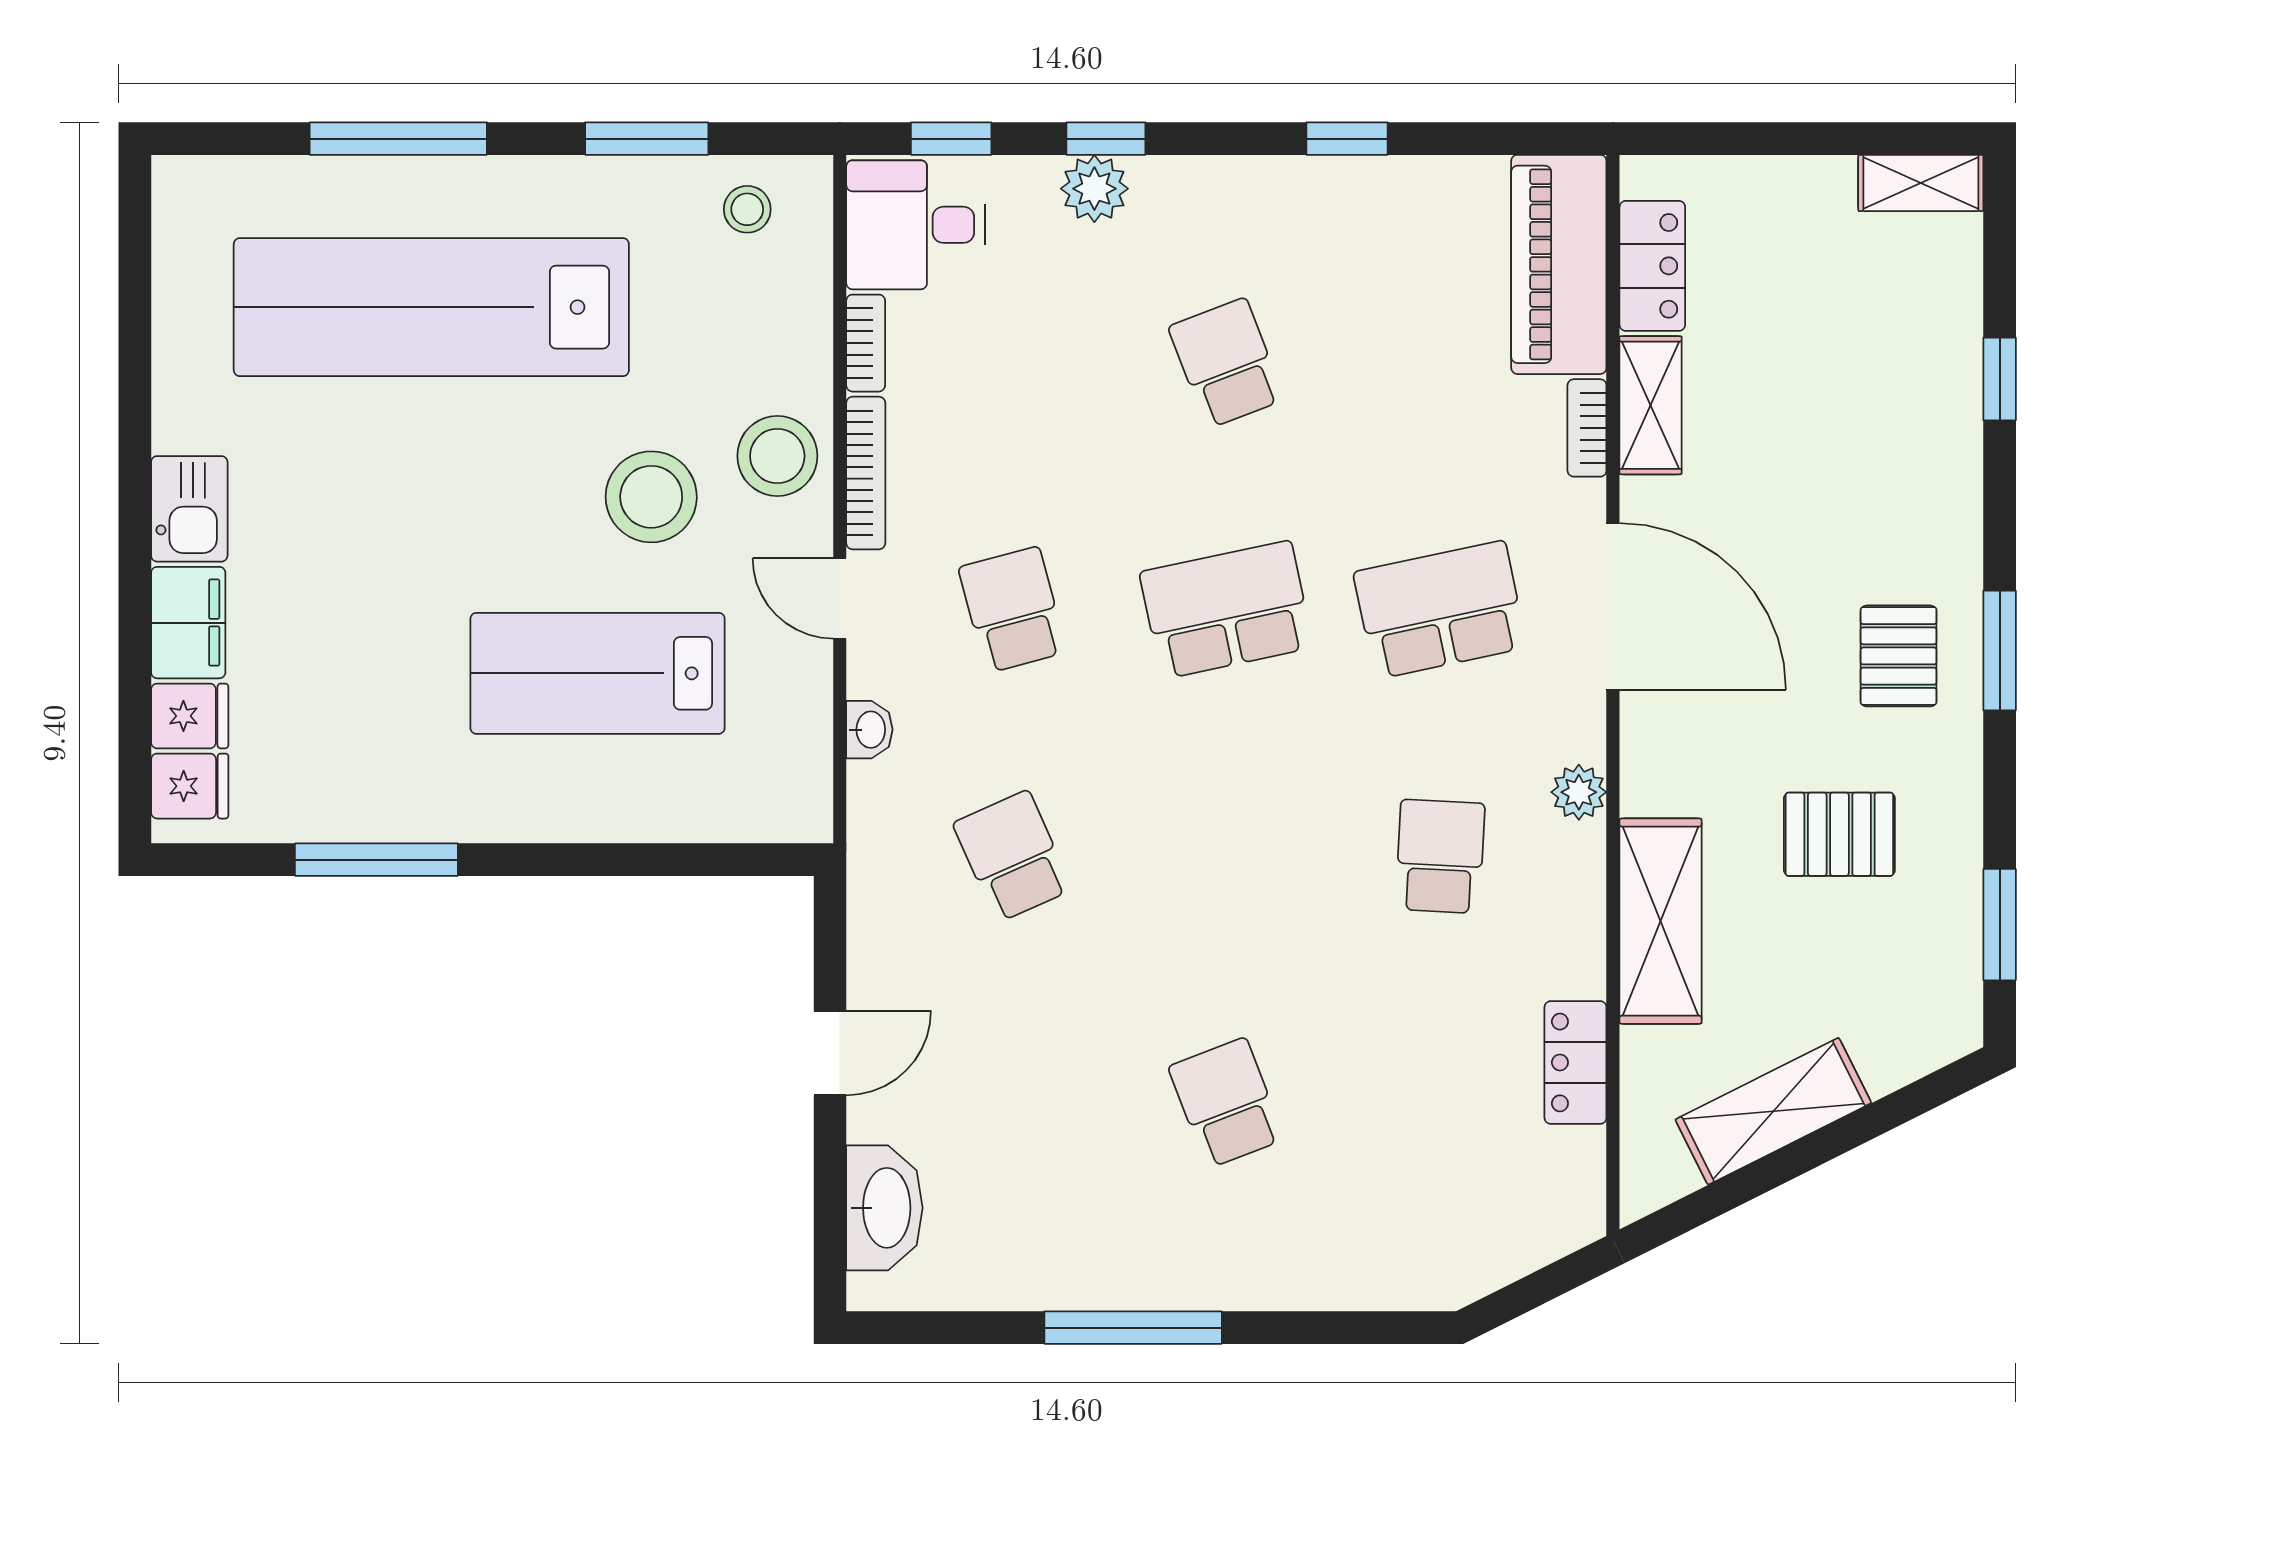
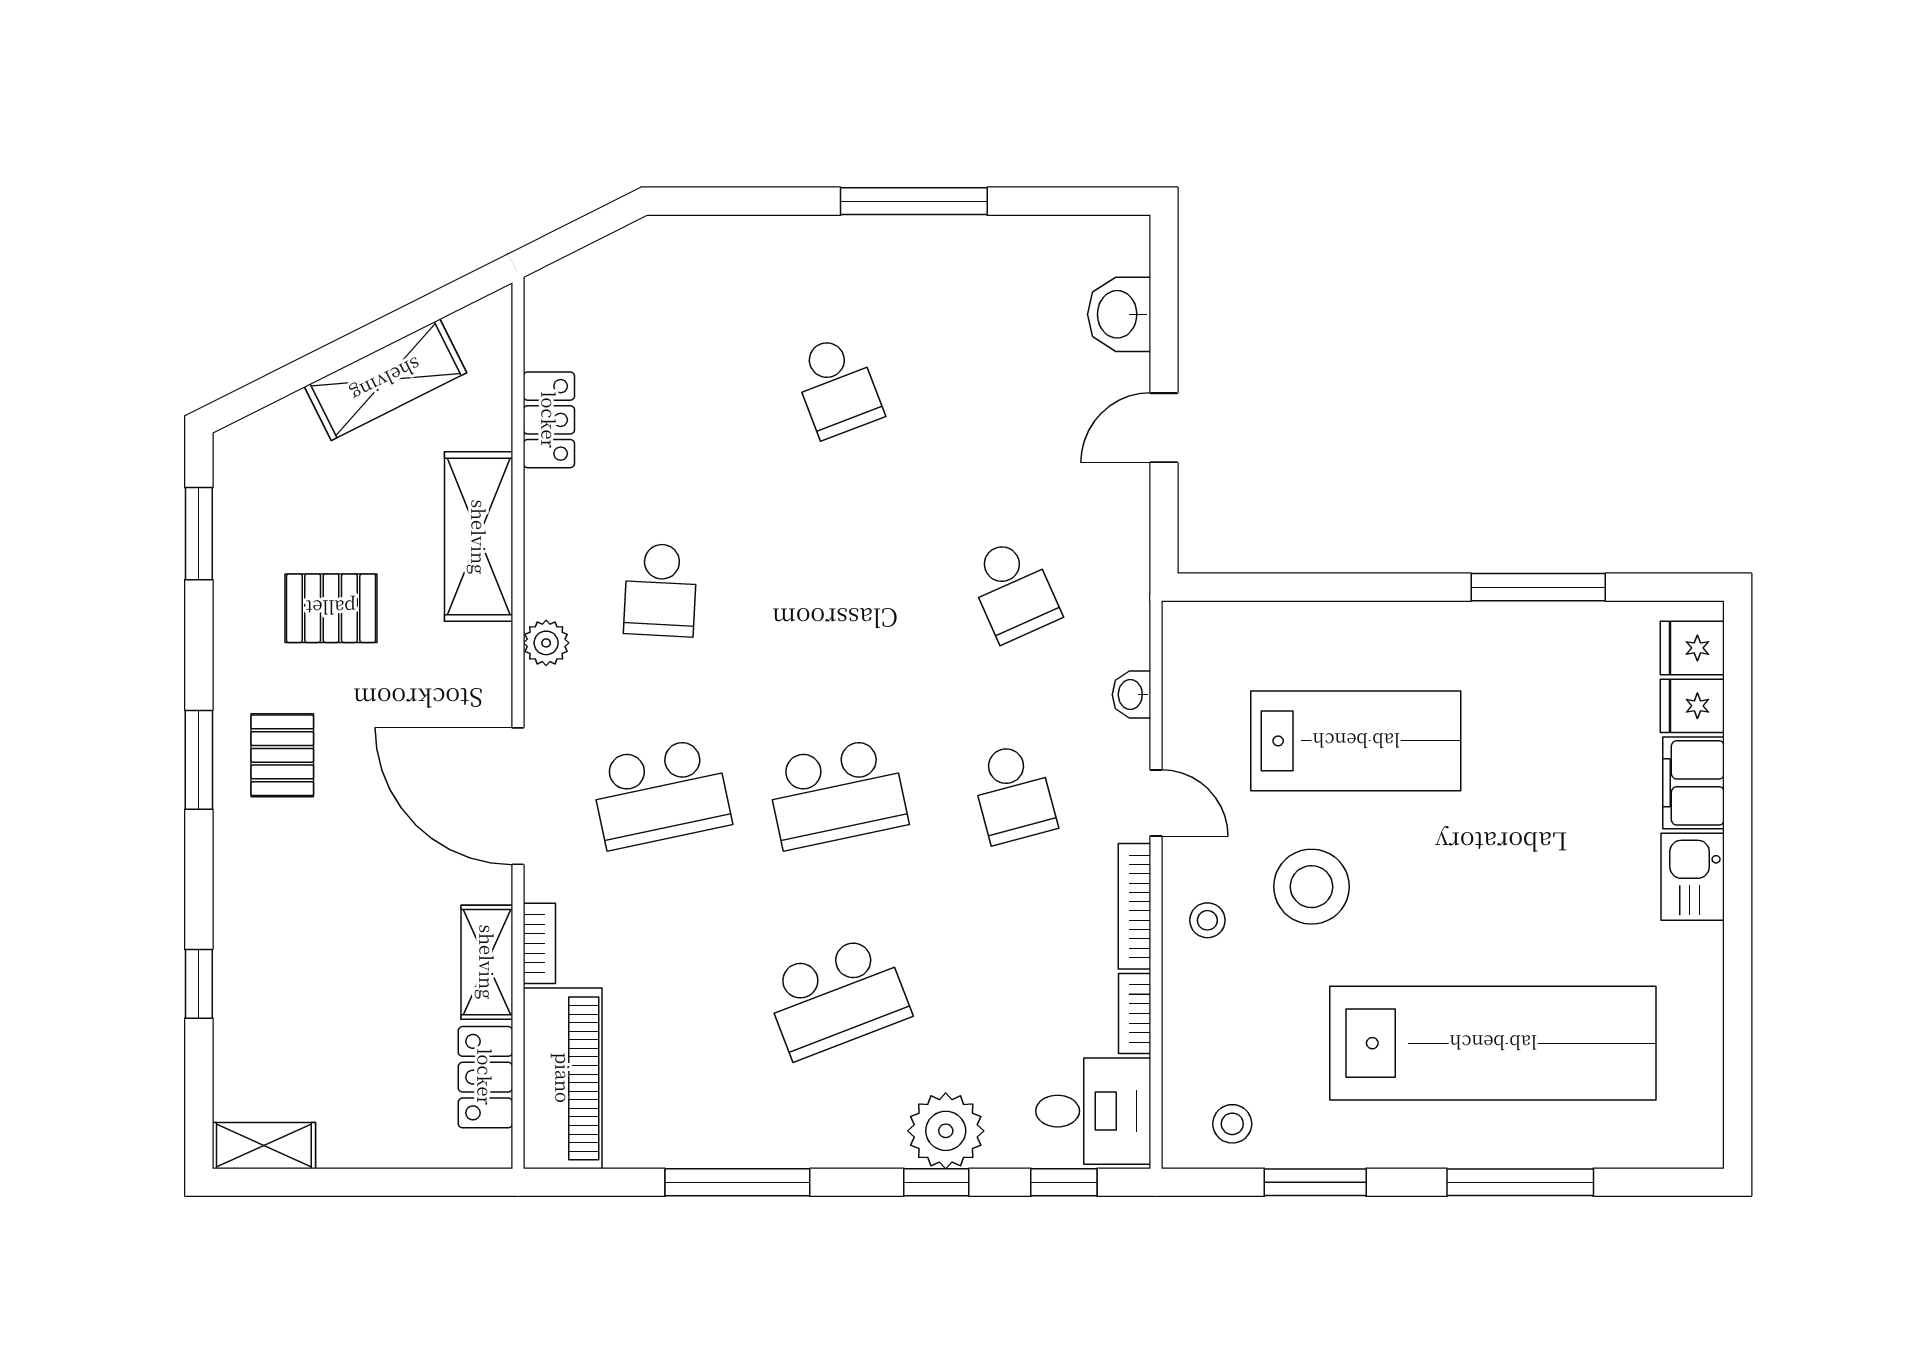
window: (1347, 139) -> (737, 1182), width x2.17
plant: (1094, 189) -> (946, 1131), width x1.36, depth x1.36
school desk: (1226, 363) -> (837, 997), width x1.85
stool: (777, 456) -> (1207, 920), width x0.53, depth x0.53
washbasin: (884, 1208) -> (1119, 314), width x0.72

